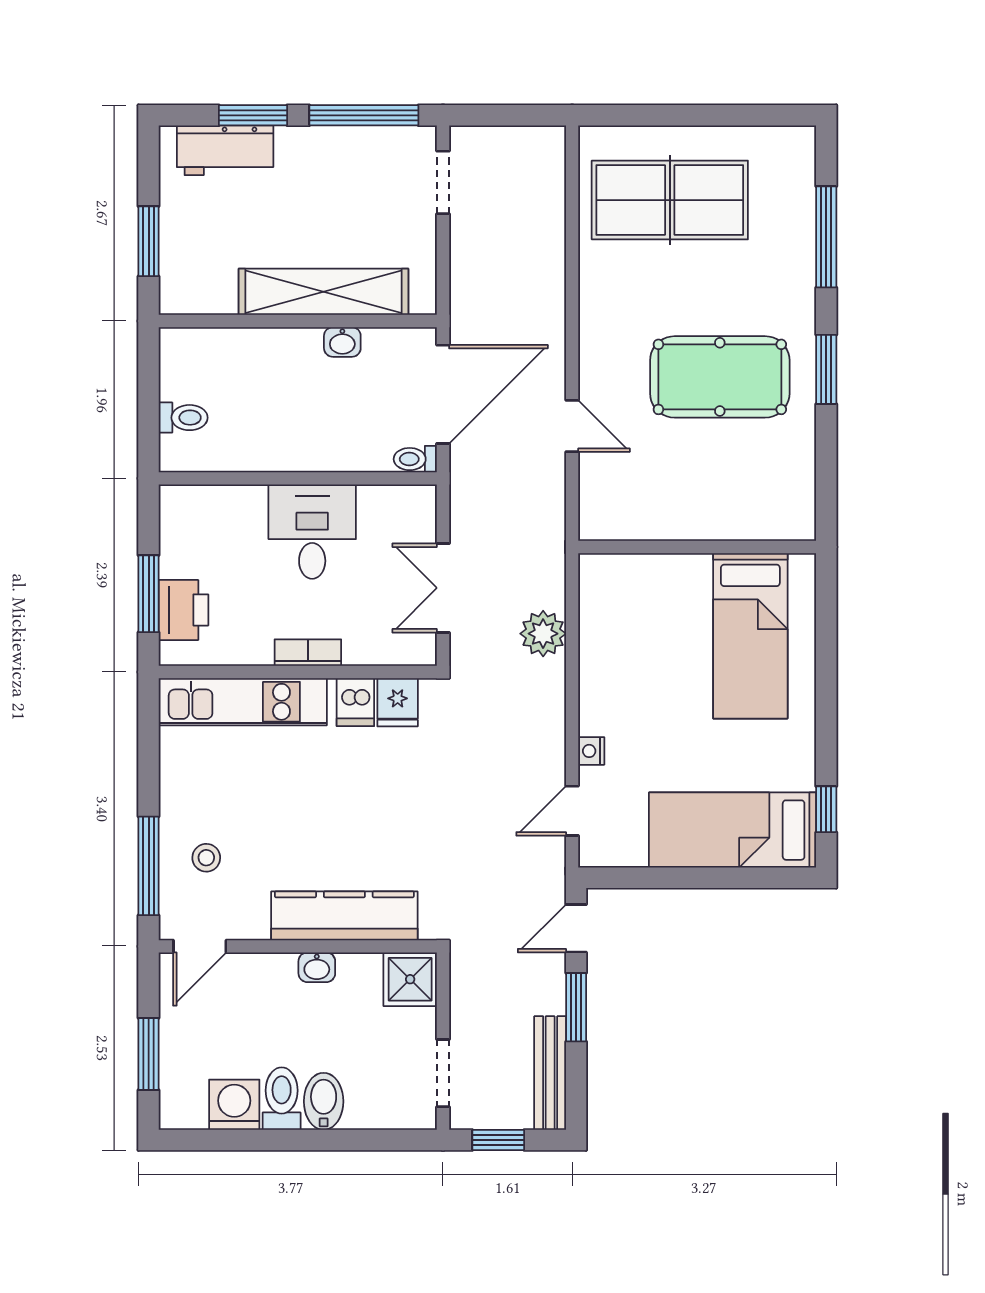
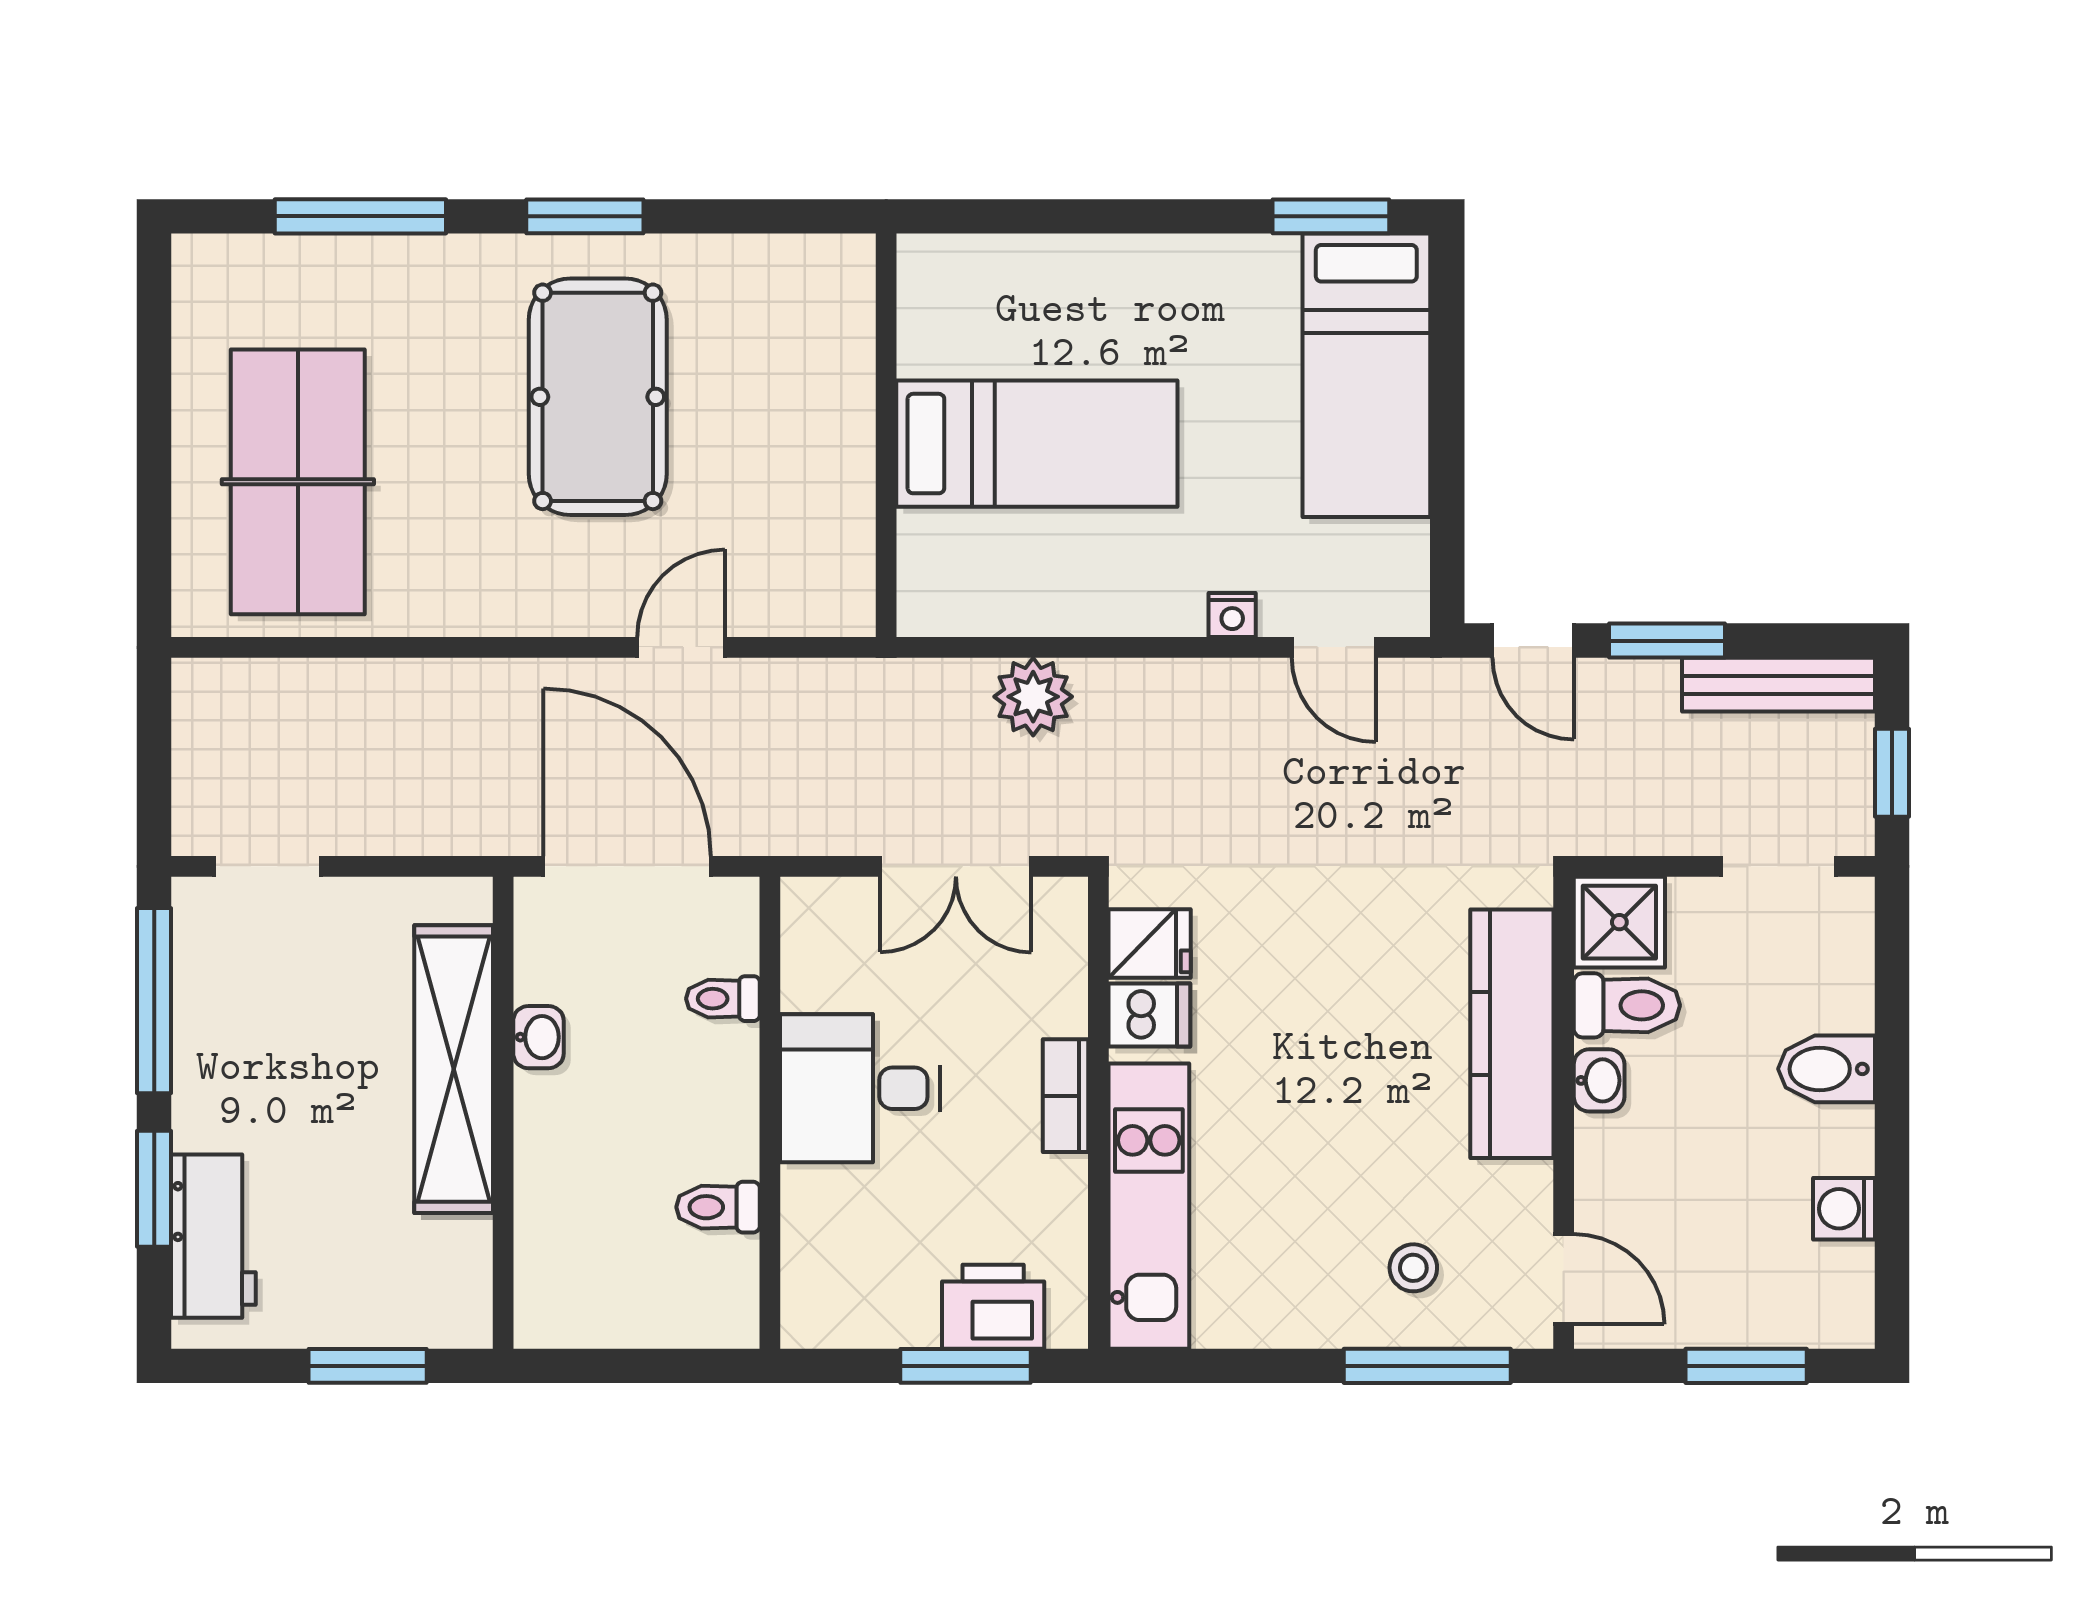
toilet: (183, 418) -> (718, 1207), moved, turned -90
toilet: (415, 459) -> (723, 999), moved, turned 90
bed: (750, 636) -> (1037, 444), moved
window: (826, 809) -> (1331, 216), width x1.50
toilet: (282, 1099) -> (1627, 1005), moved, turned 180
washing machine: (234, 1105) -> (1844, 1209), width x0.73, depth x0.73

